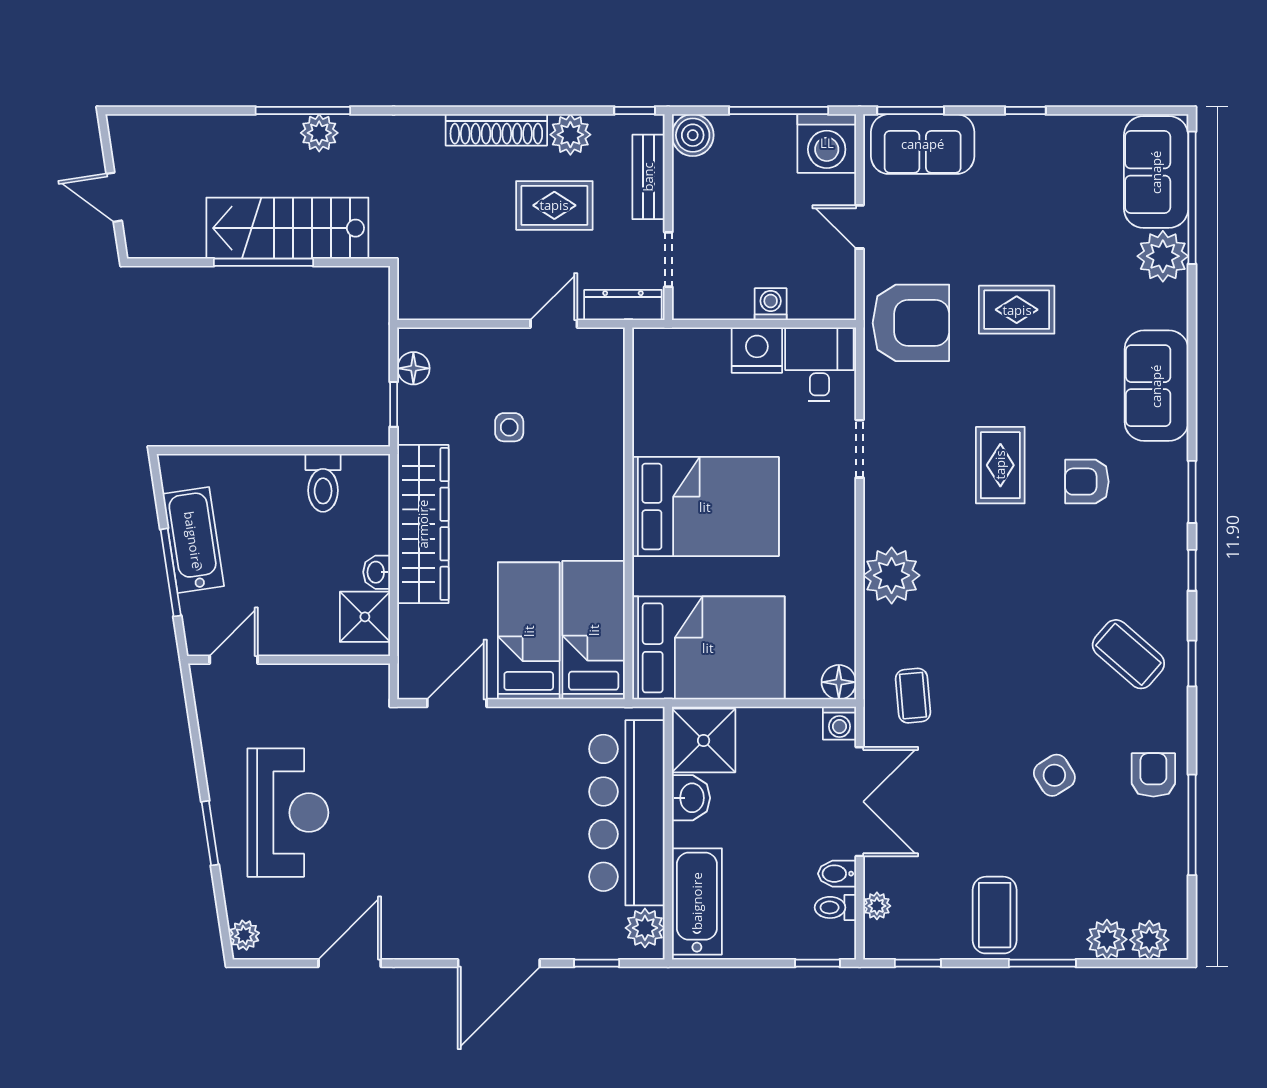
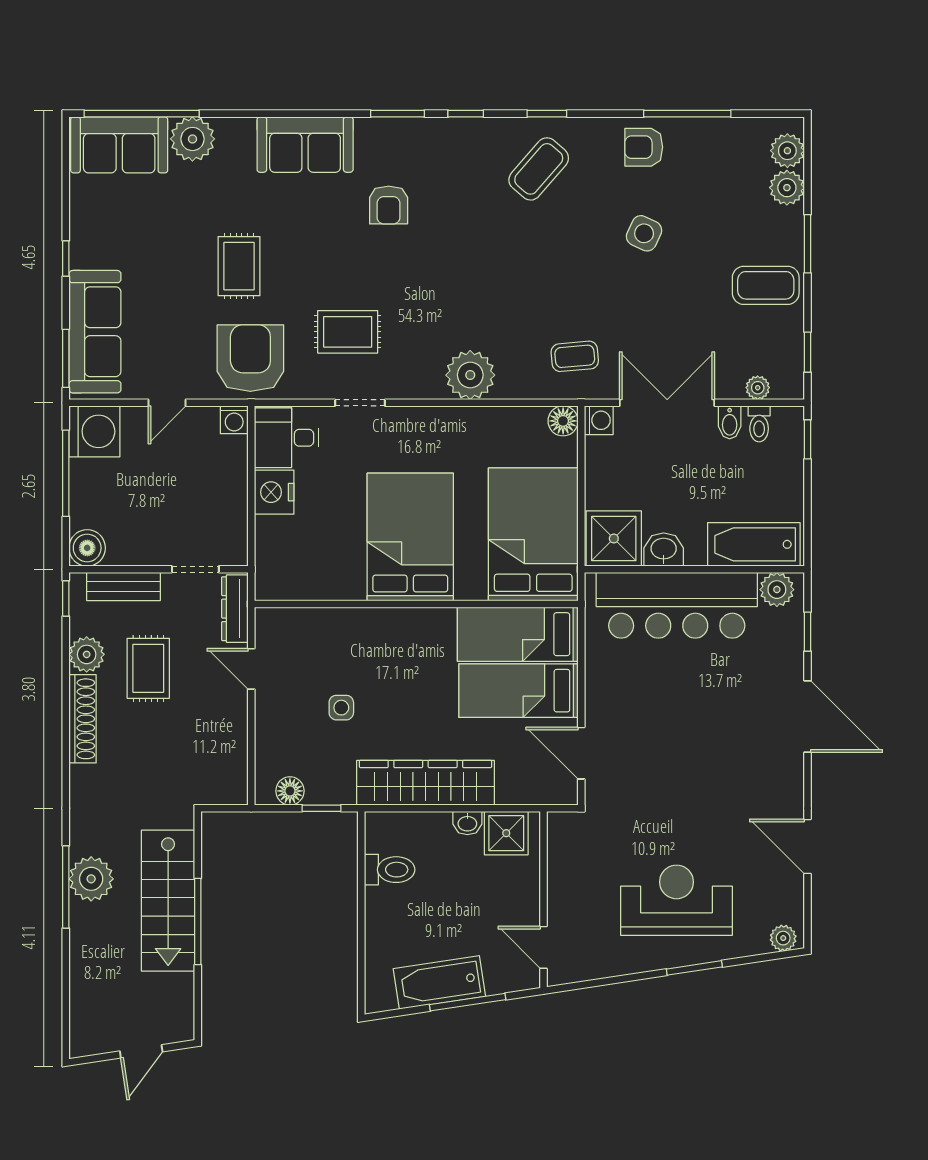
plant: (319, 133) -> (91, 879), width x1.36, depth x1.36
sofa: (923, 144) -> (95, 332), width x1.36
washing machine: (771, 304) -> (234, 420), moved, turned -90
rug: (1000, 465) -> (348, 332), moved
side table: (1054, 775) -> (644, 233), turned -33

